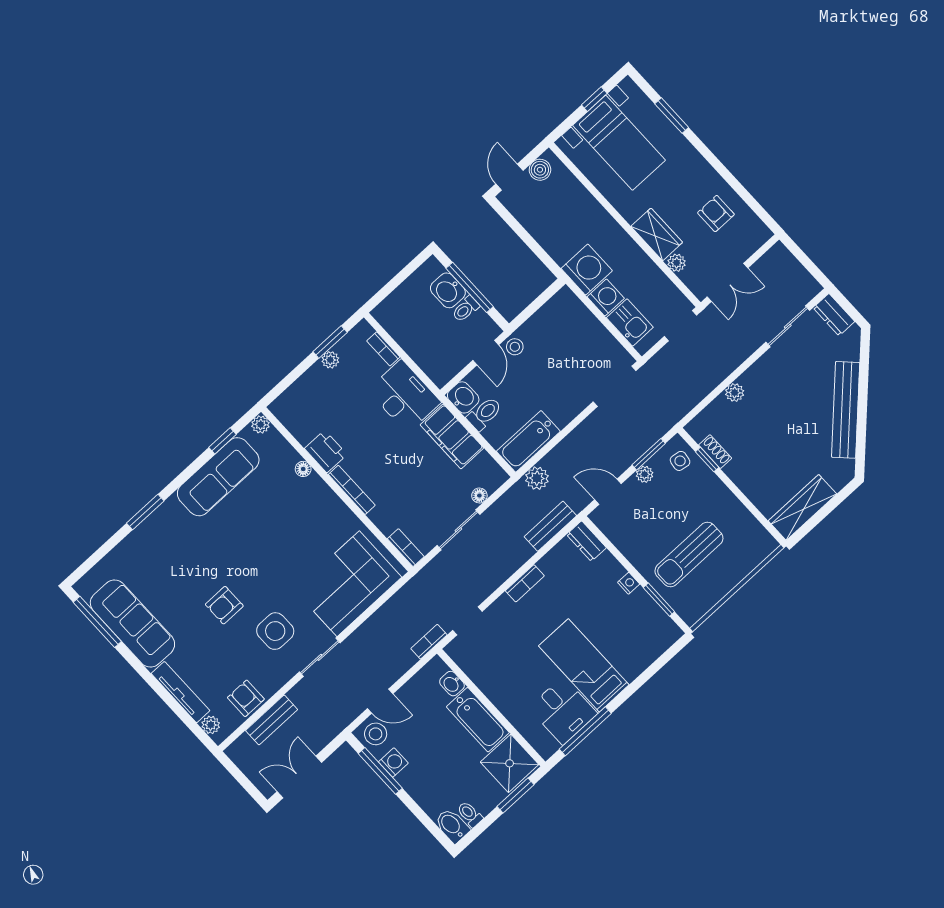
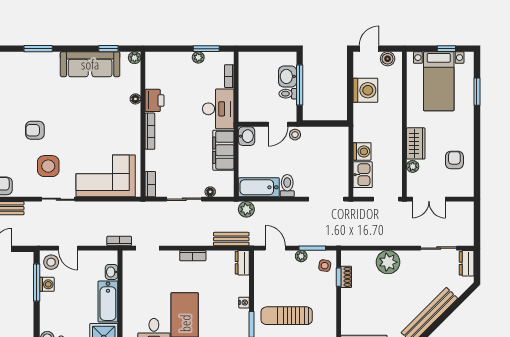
washing machine: (587, 270) -> (365, 90), moved
plant: (735, 393) -> (388, 262), width x1.88, depth x1.88
toilet: (484, 414) -> (287, 186), moved, turned -90

